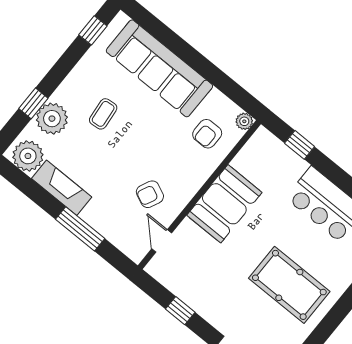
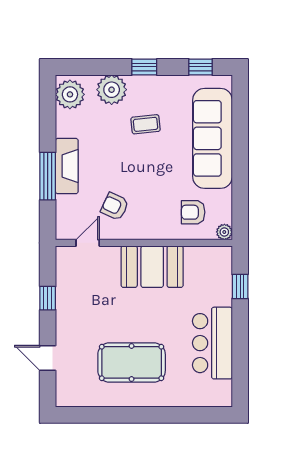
window: (33, 103) -> (144, 67), moved
fireplace: (62, 188) -> (67, 166), moved
pool table: (289, 285) -> (132, 362), turned 90

